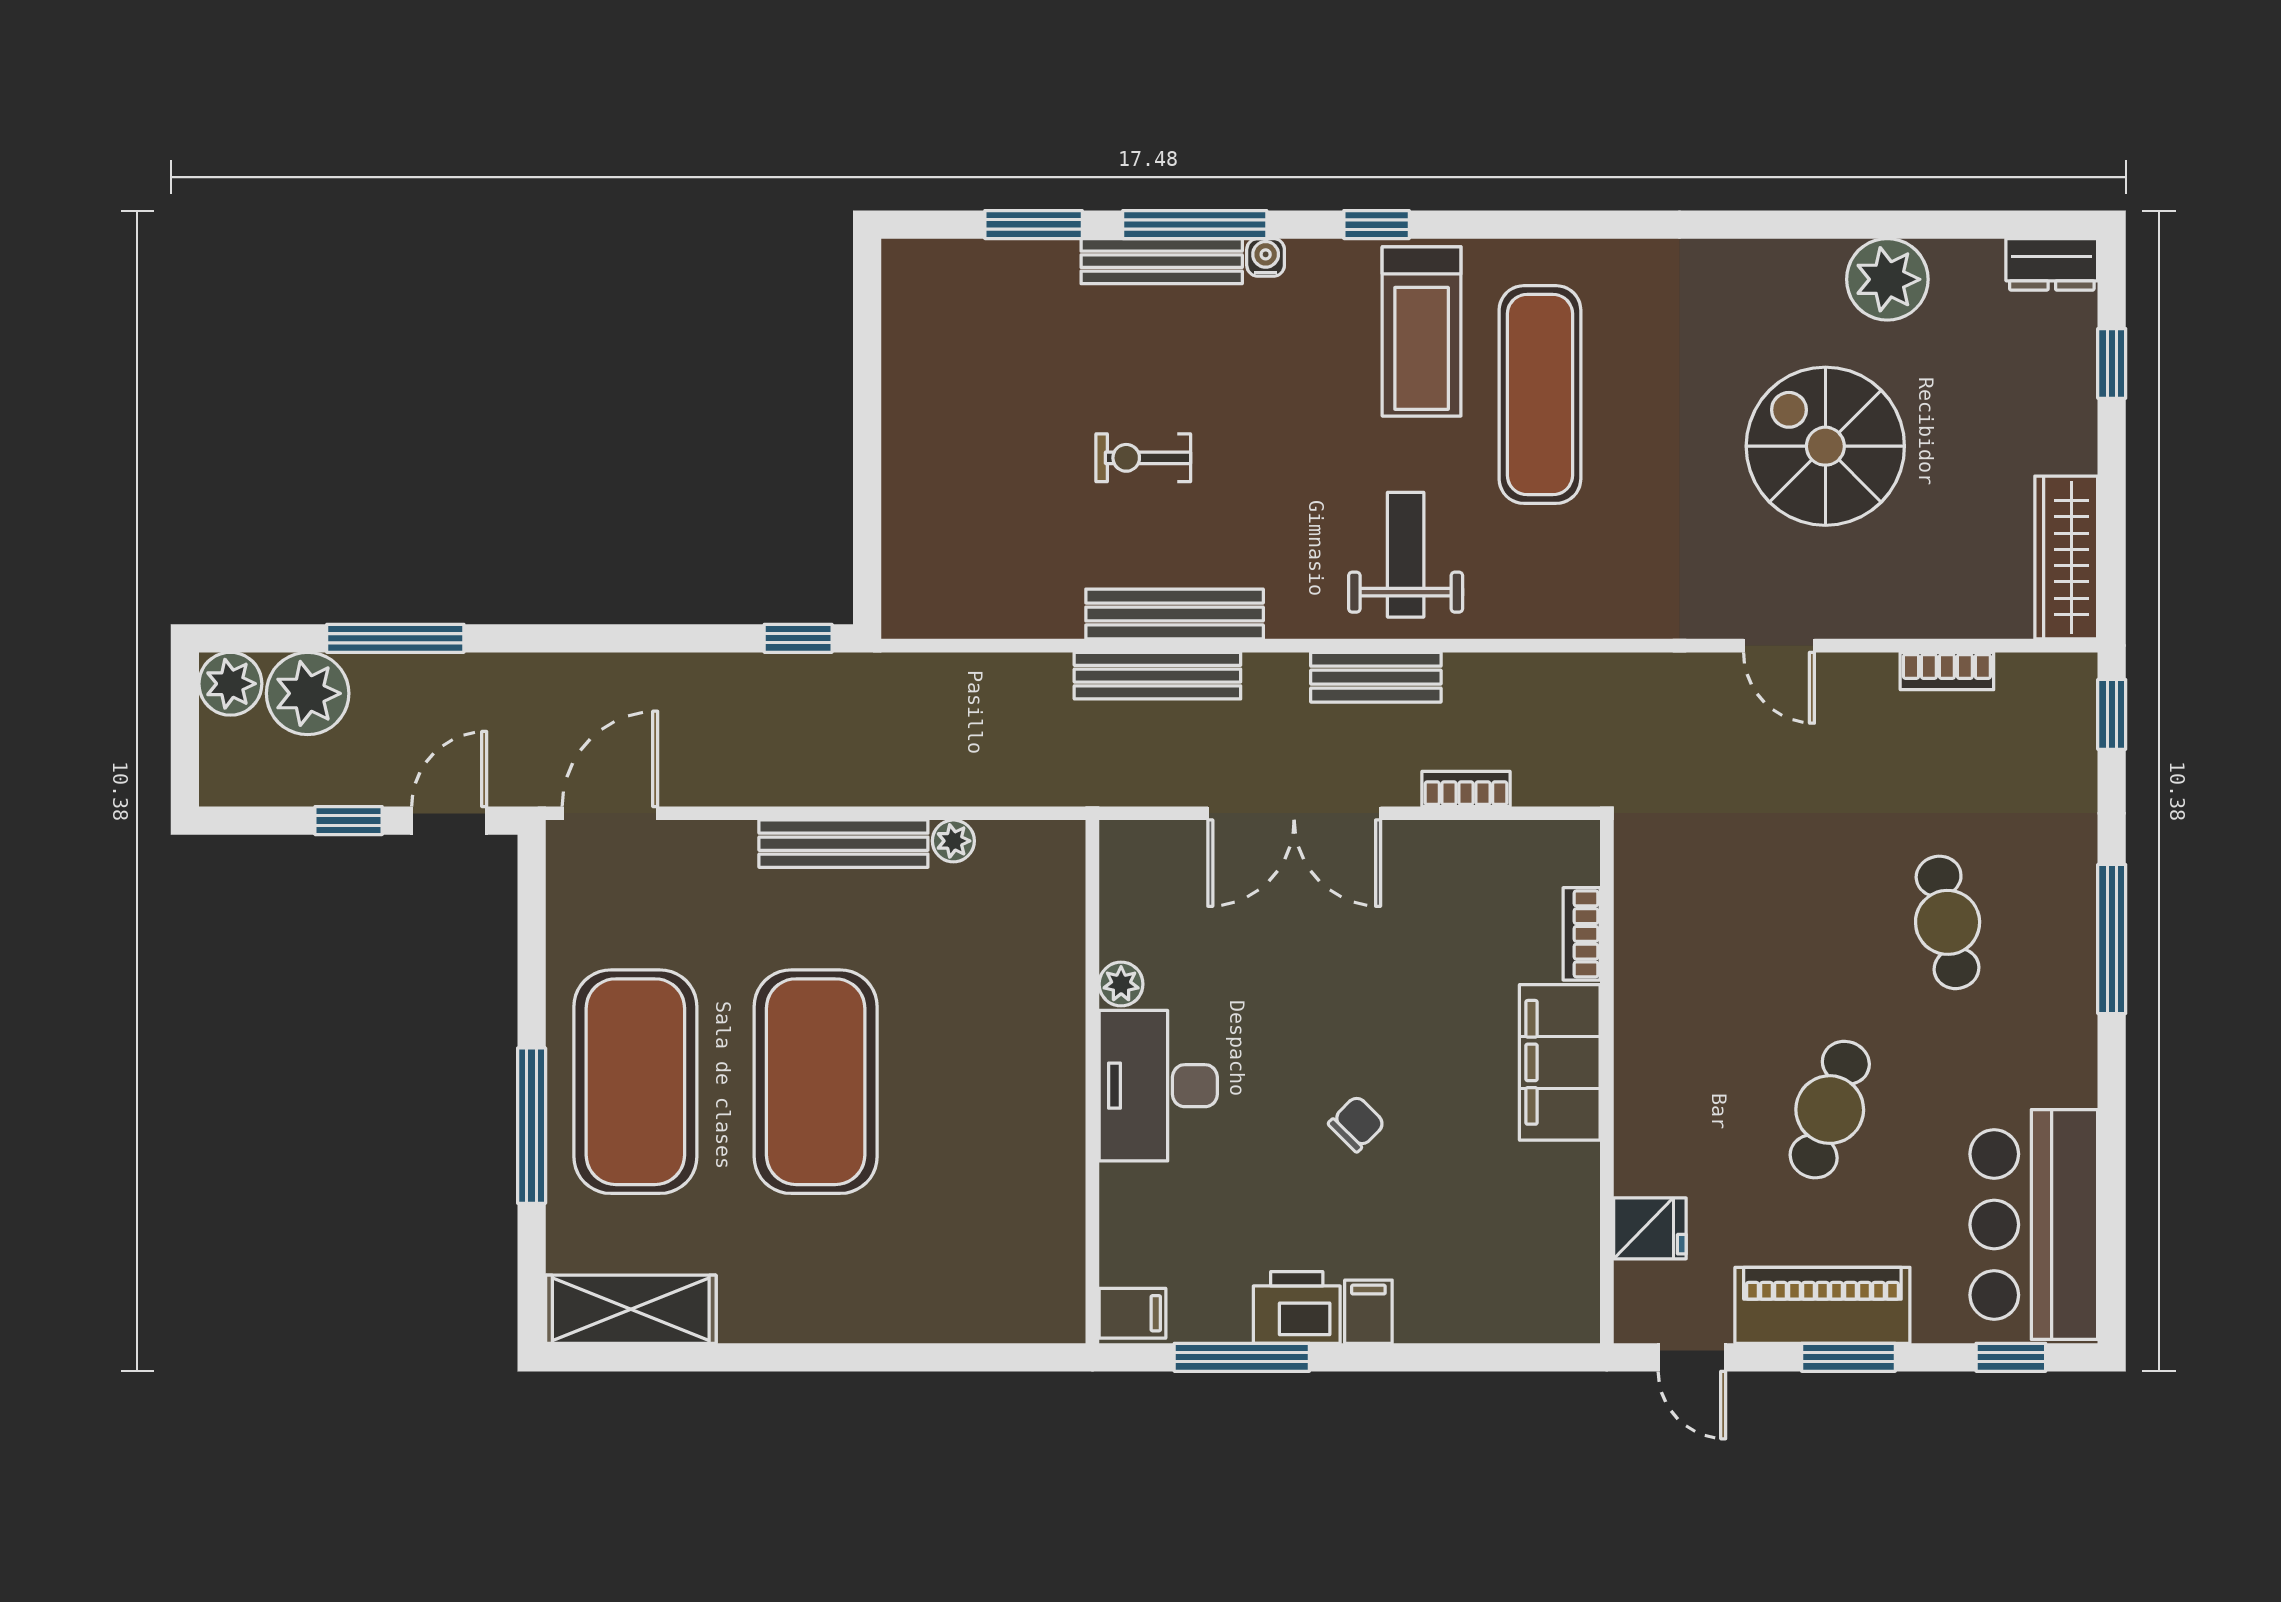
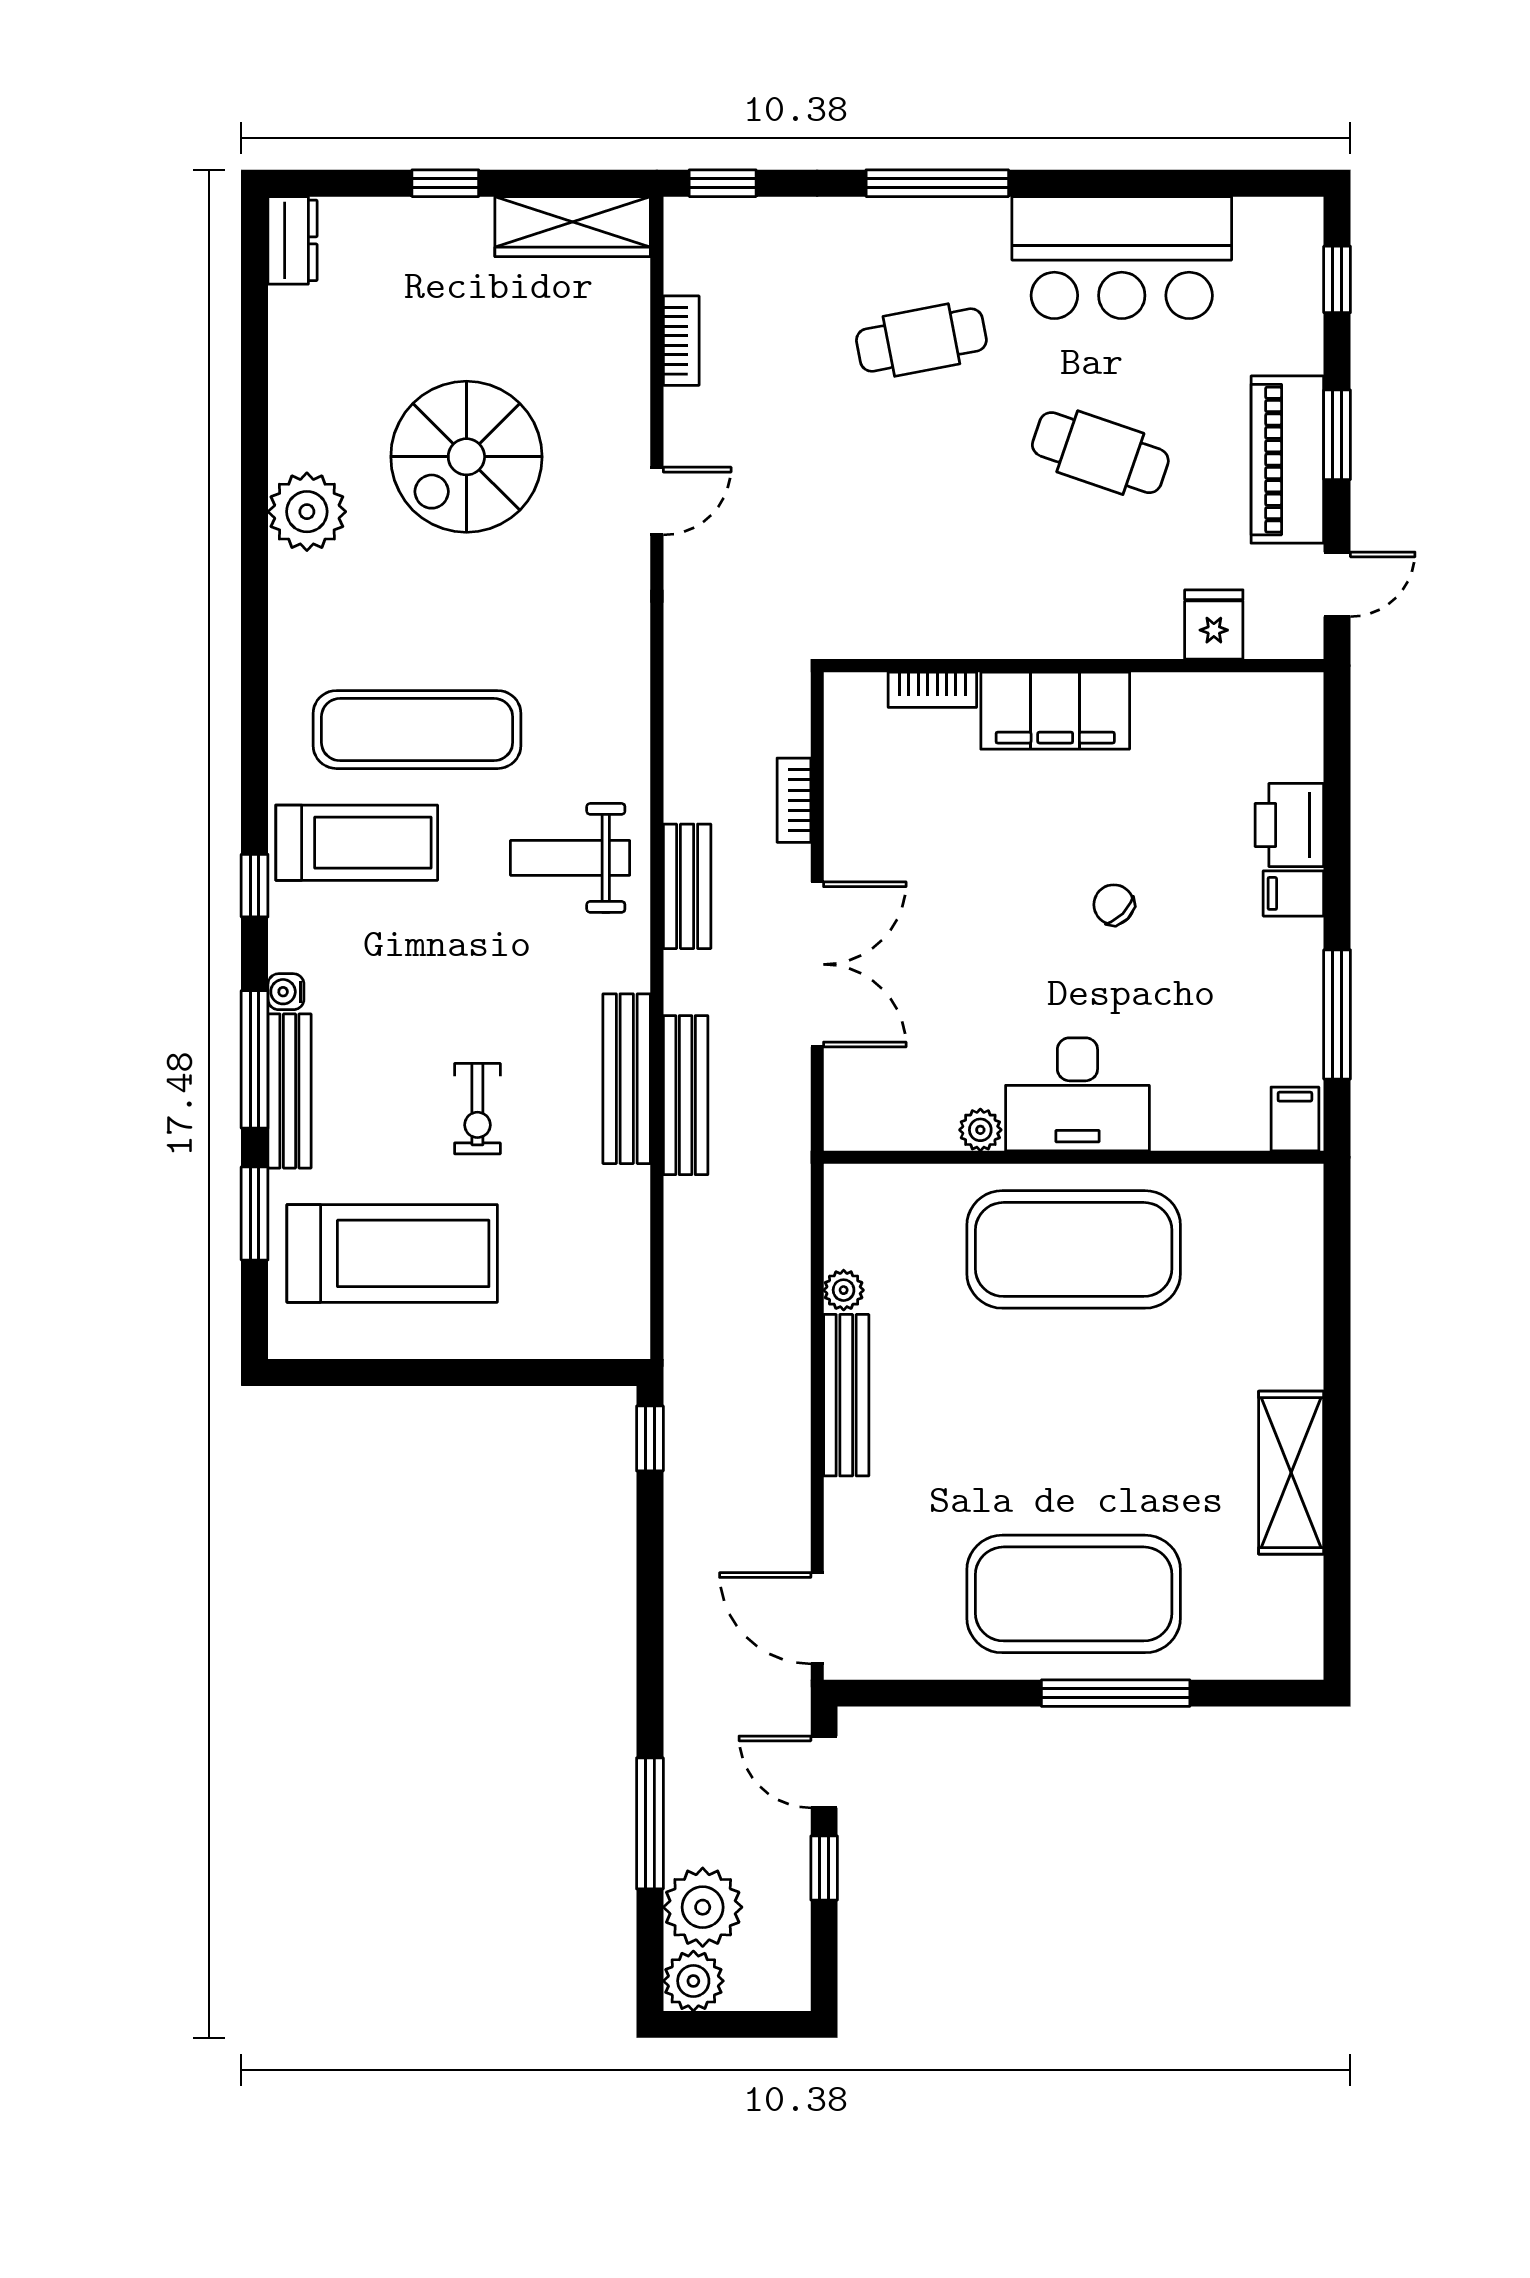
plant: (1887, 279) -> (307, 512), moved
window: (2112, 363) -> (445, 183), moved
treadmill: (992, 369) -> (392, 1253), added
exercise mat: (816, 1082) -> (1074, 1249), moved
bar counter: (2034, 1225) -> (1122, 258), moved
printer: (1297, 1307) -> (1289, 825), moved
shelving: (631, 1309) -> (1291, 1473), moved

